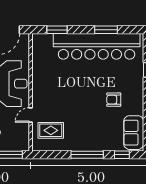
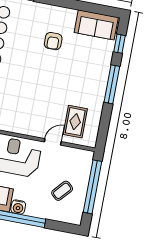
door: (31, 115) -> (53, 142), swing flipped

